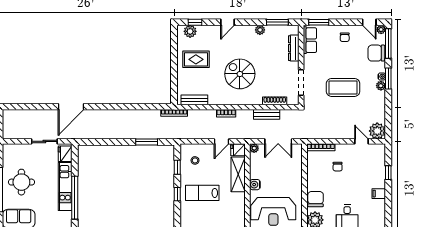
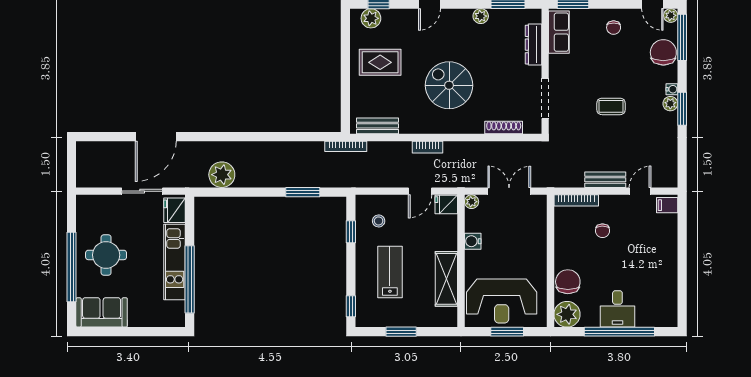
chair: (376, 53) -> (663, 52), turned 90
window: (388, 79) -> (682, 109), moved
coffee table: (343, 87) -> (611, 106), width x0.54, depth x0.58
door: (71, 107) -> (156, 137), moved
bench: (267, 114) -> (605, 180), moved
plant: (377, 131) -> (222, 175), moved
double door: (278, 141) -> (509, 191), swing flipped
door: (362, 141) -> (640, 191), hinge flipped
window: (388, 173) -> (682, 240), removed
shelving: (238, 174) -> (446, 279), moved
water cooler: (255, 185) -> (473, 241), moved
lab bench: (202, 193) -> (390, 272), turned 90
window: (177, 194) -> (351, 306), moved
filing cabinet: (379, 194) -> (667, 205), moved

